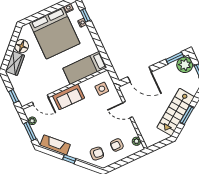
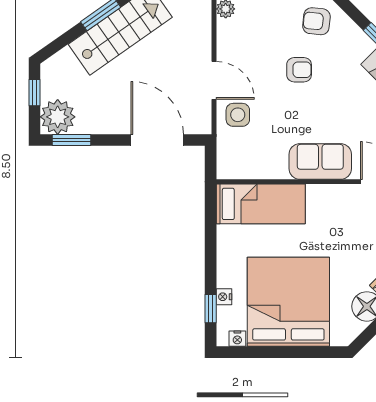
side table: (102, 89) -> (238, 115), moved
armchair: (117, 145) -> (299, 70), moved

